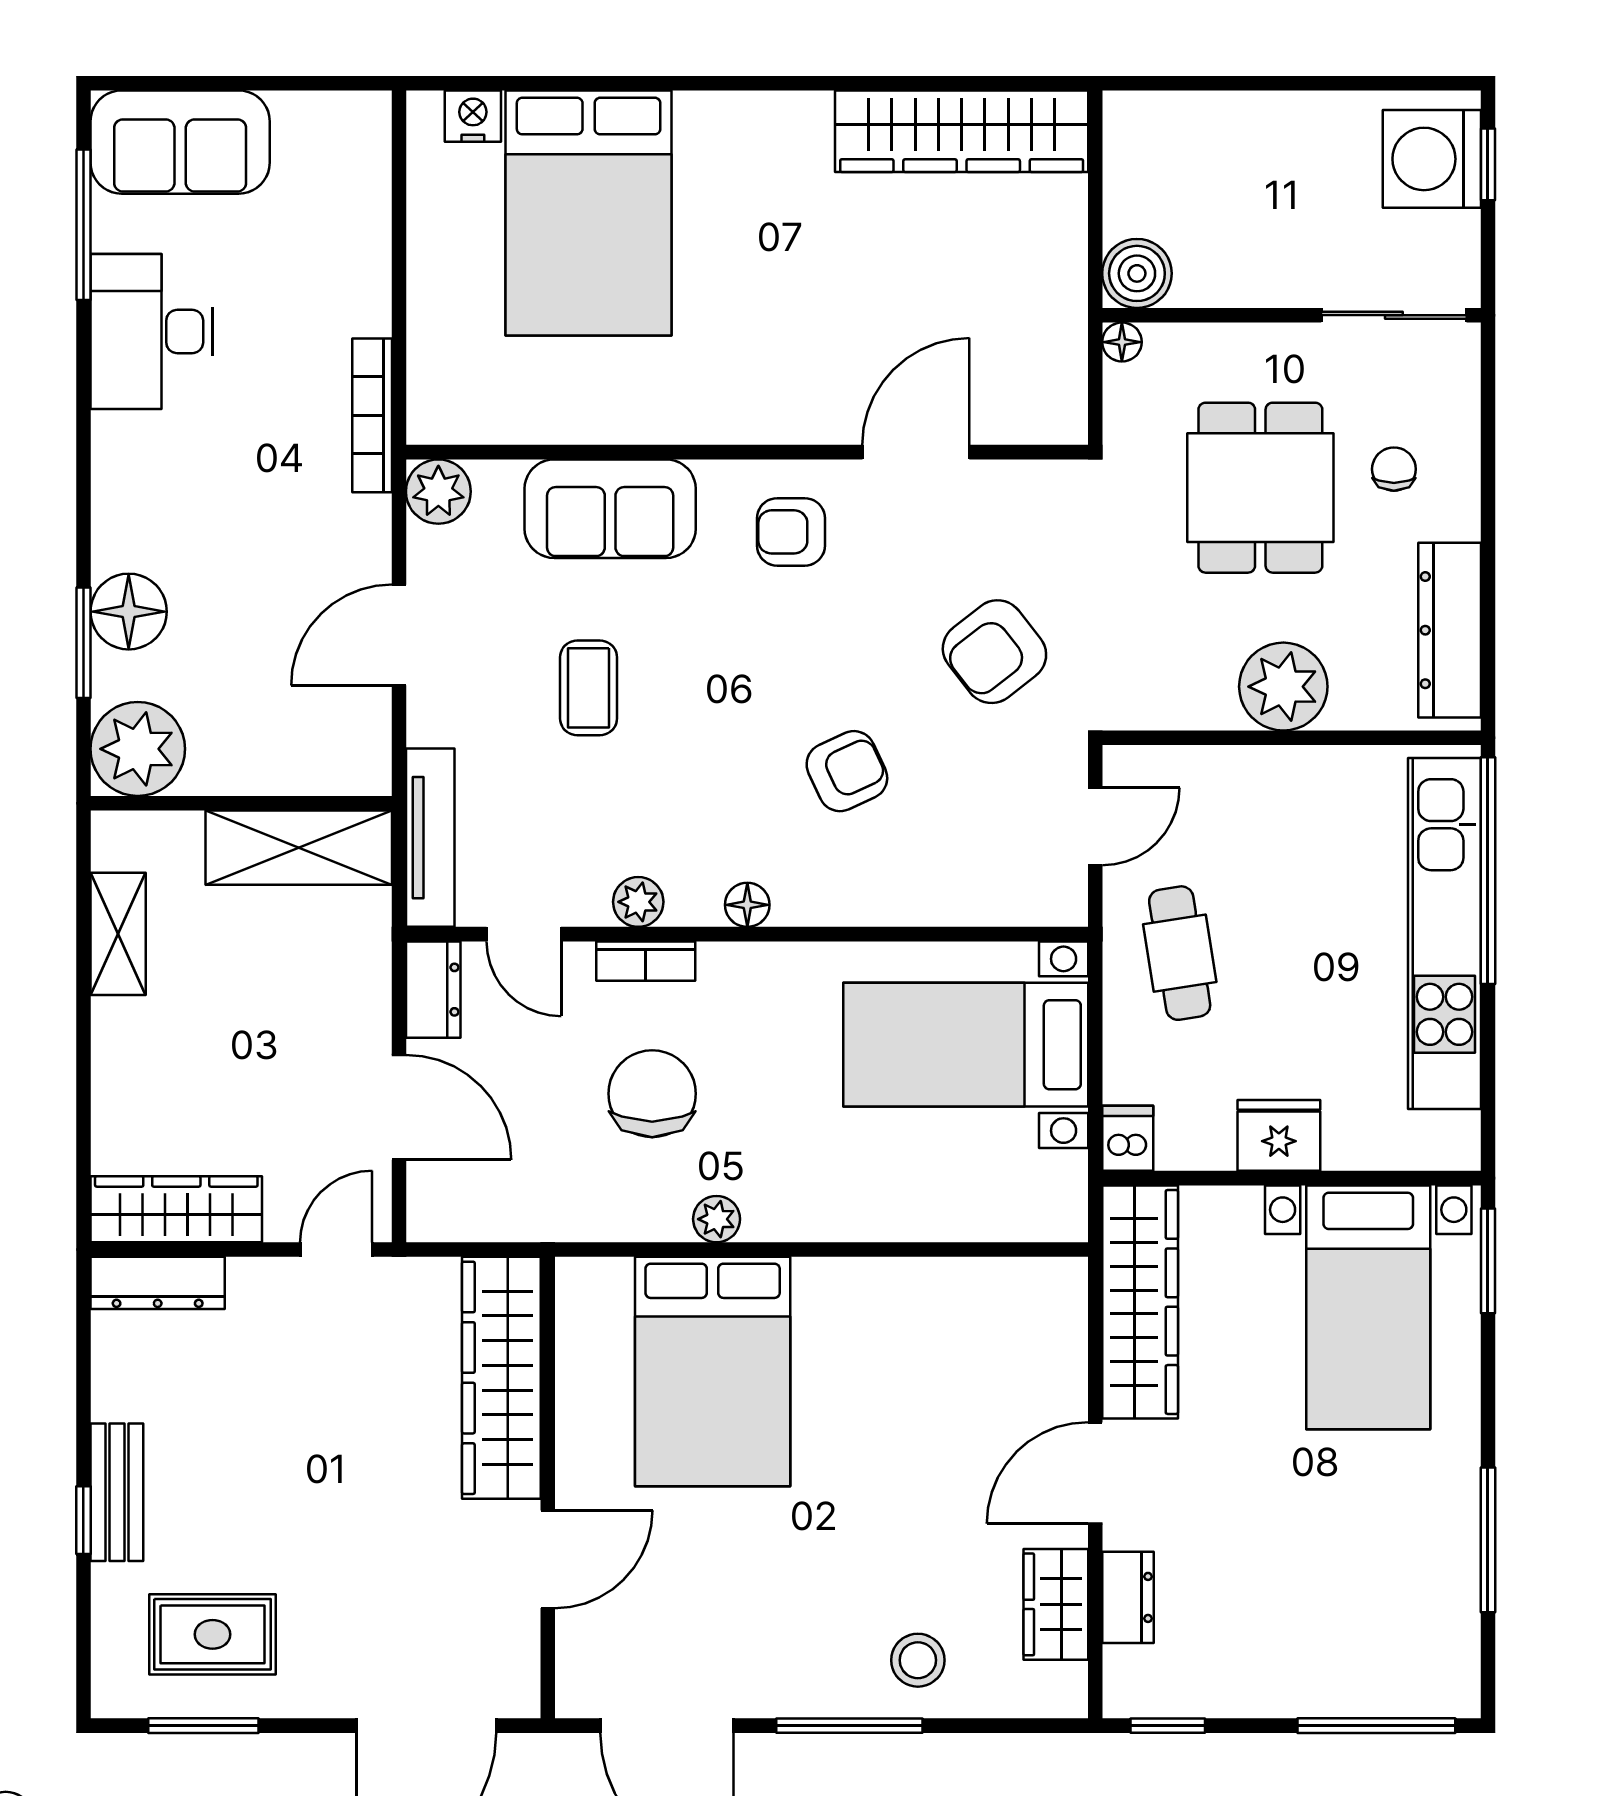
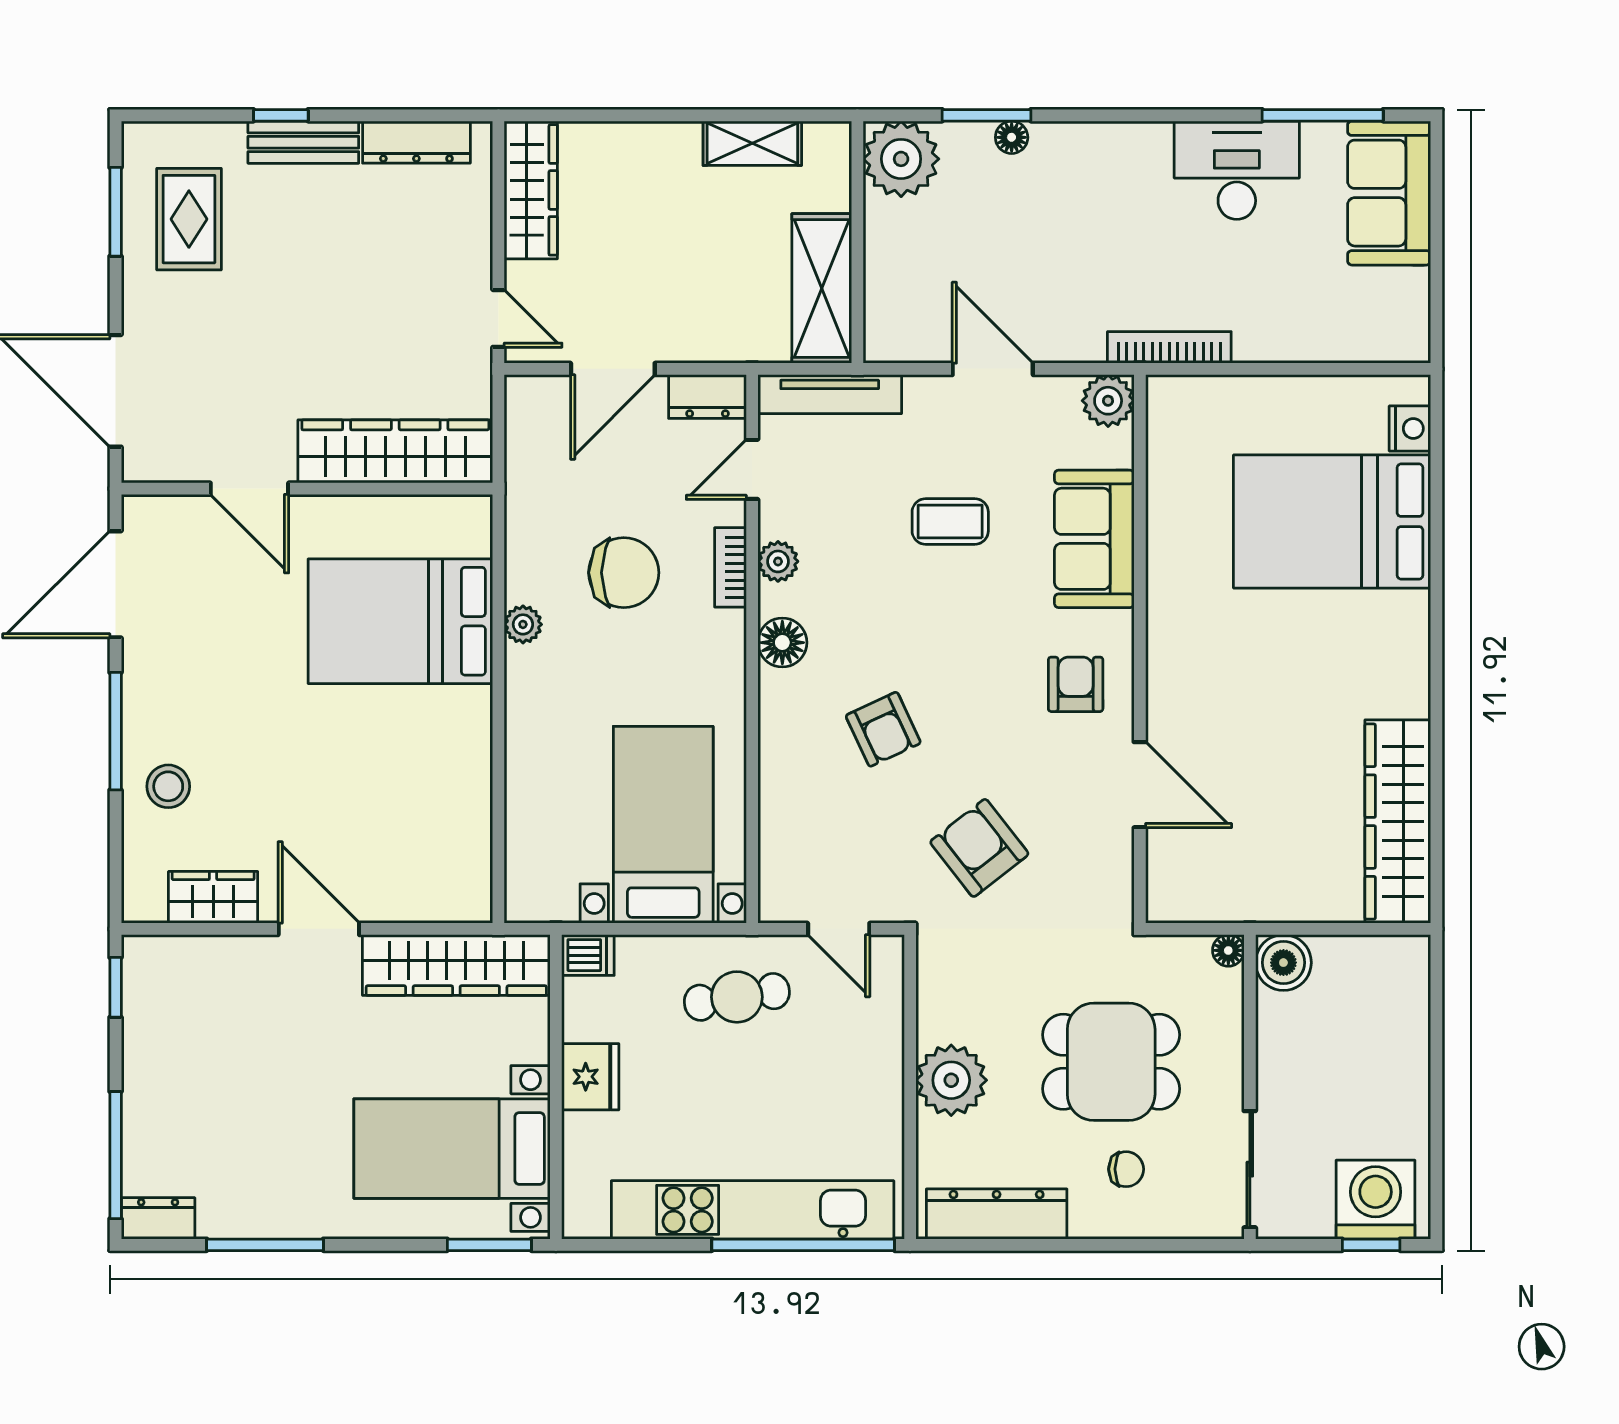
floor lamp: (129, 612) -> (1012, 137), width x0.53, depth x0.53
floor lamp: (747, 905) -> (782, 643), width x1.37, depth x1.37
dresser: (158, 1283) -> (416, 142), moved, turned -90
dresser: (1128, 1597) -> (158, 1218), moved, turned 180

